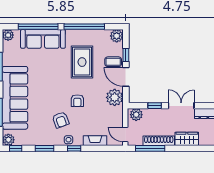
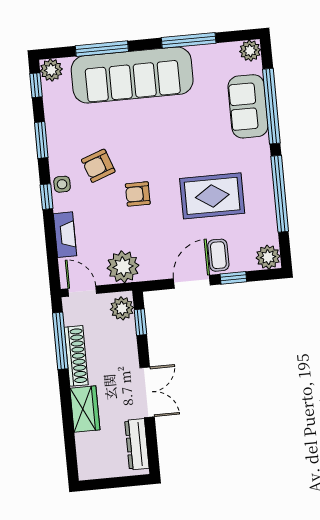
sofa: (43, 39) -> (248, 106), width x0.73
plant: (115, 97) -> (123, 267), moved
window: (155, 106) -> (140, 322), moved
door: (125, 134) -> (82, 291), hinge flipped

